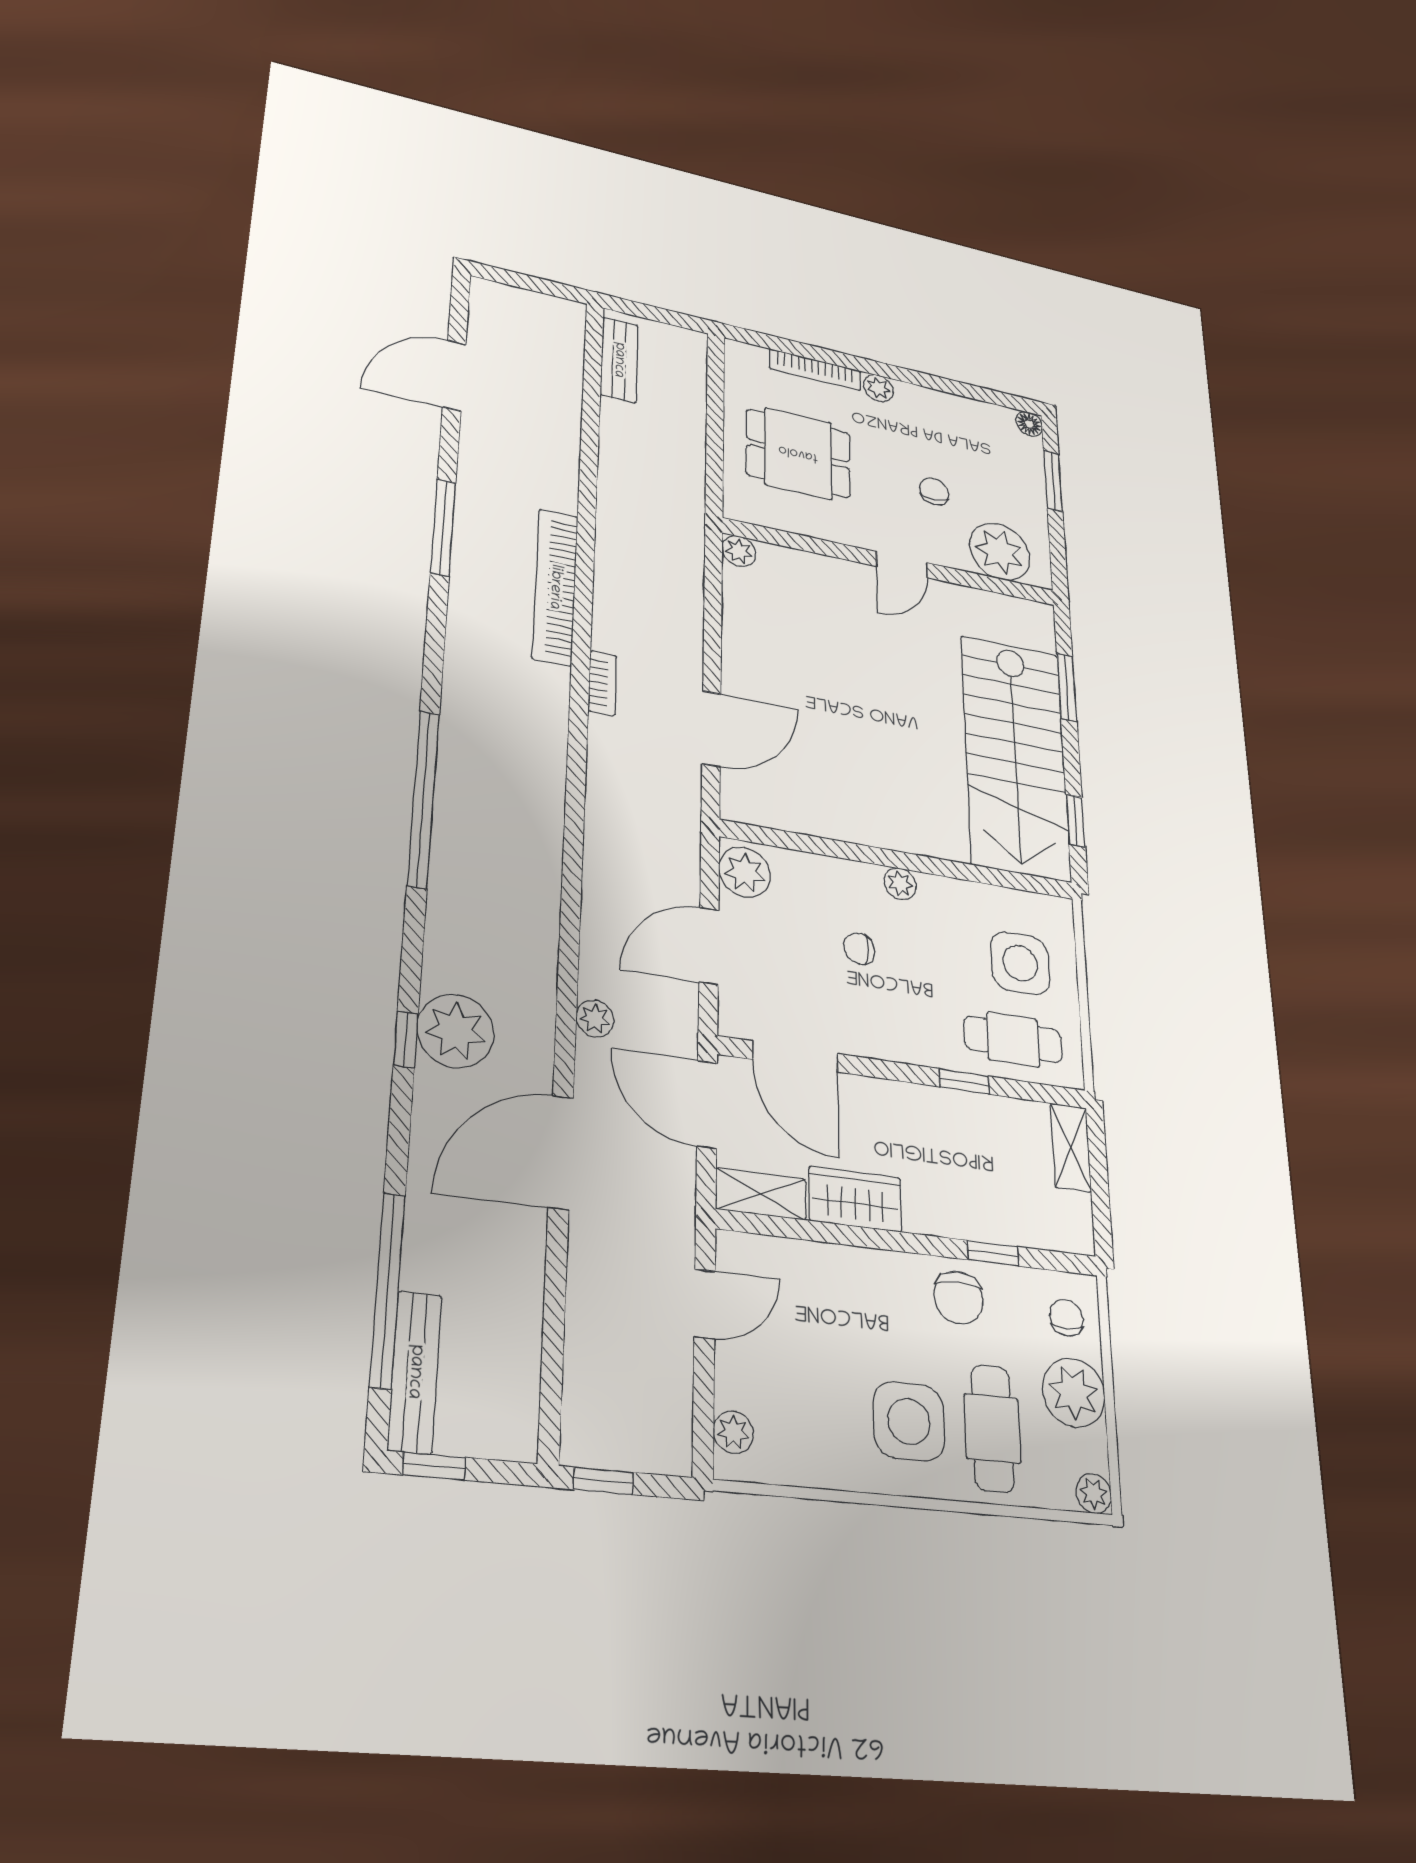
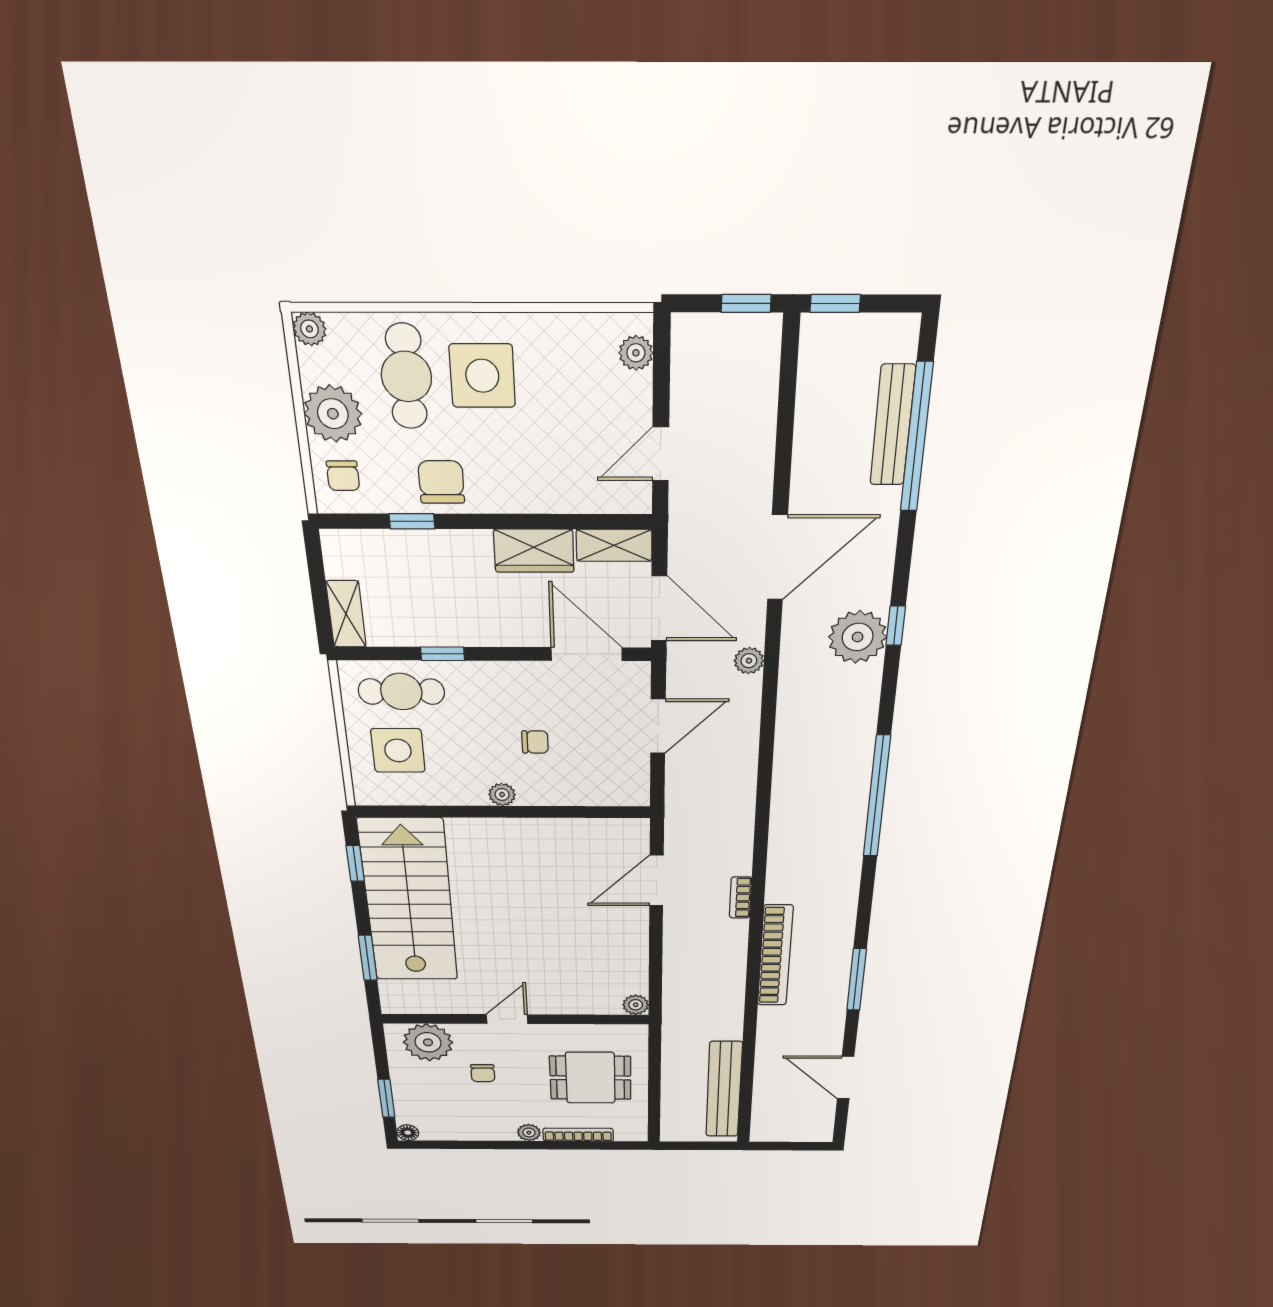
bench: (619, 360) -> (724, 1090), width x1.86, depth x1.21
door: (454, 375) -> (846, 1078), swing flipped
plant: (745, 872) -> (630, 784), removed
bench: (415, 1372) -> (893, 425), moved
window: (434, 1466) -> (835, 303), moved

